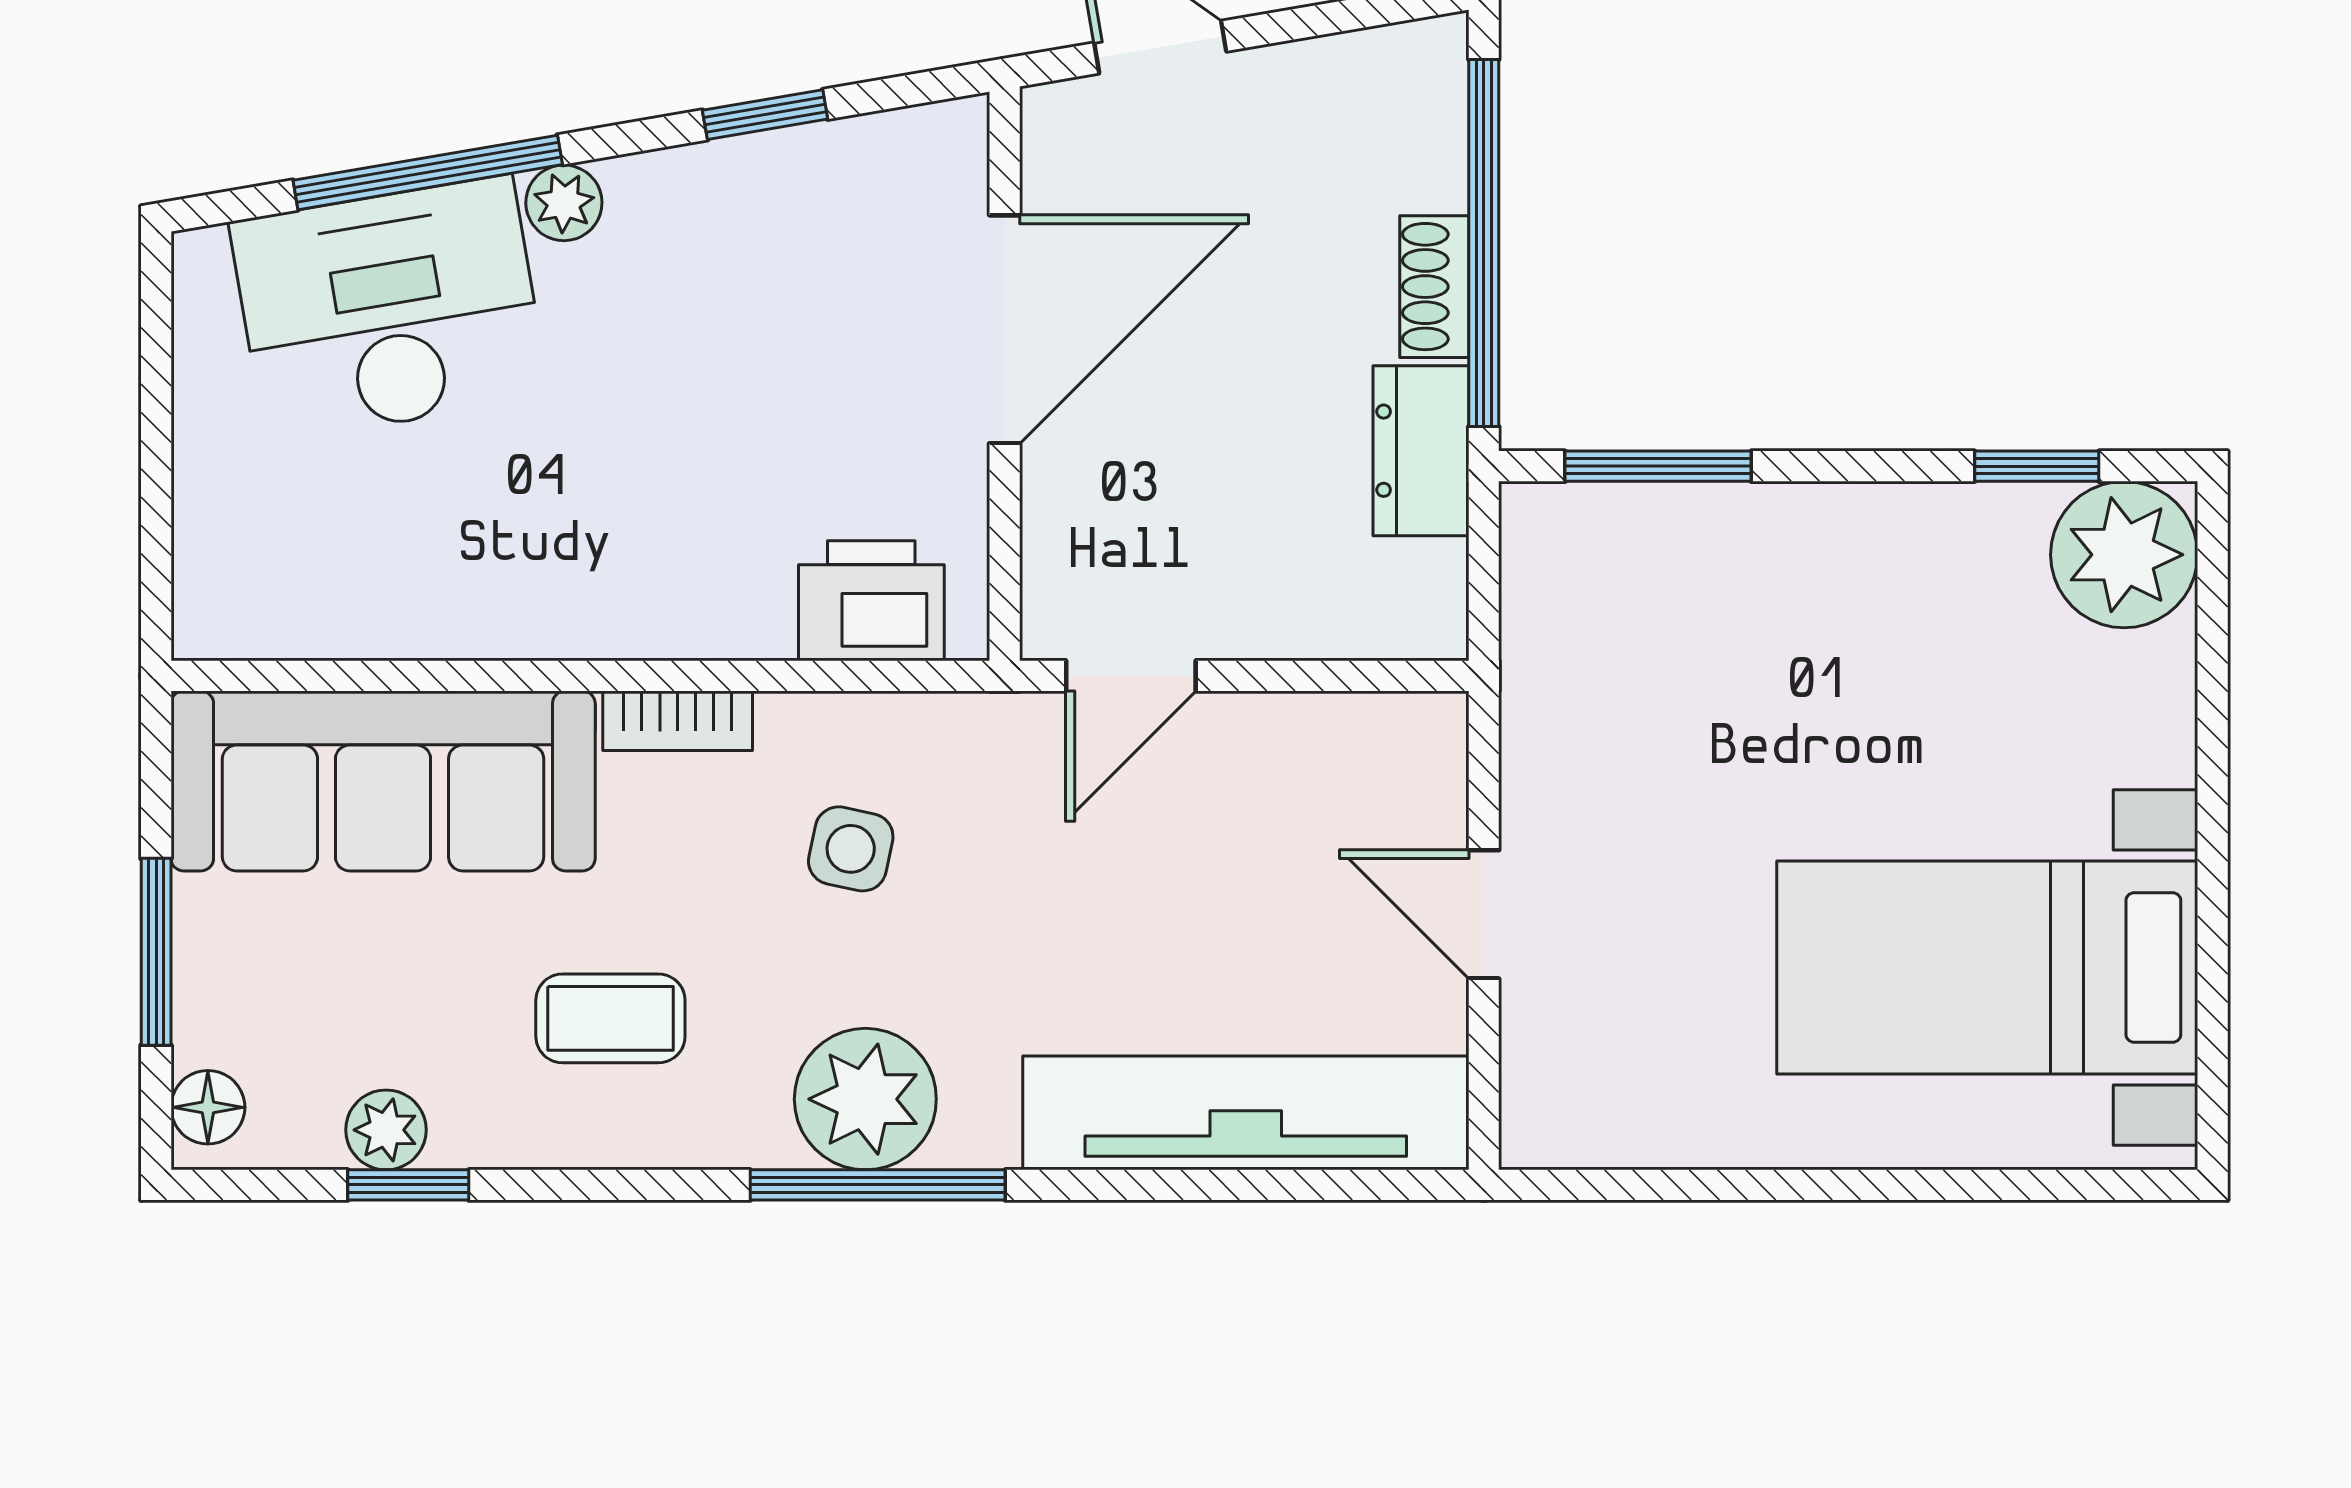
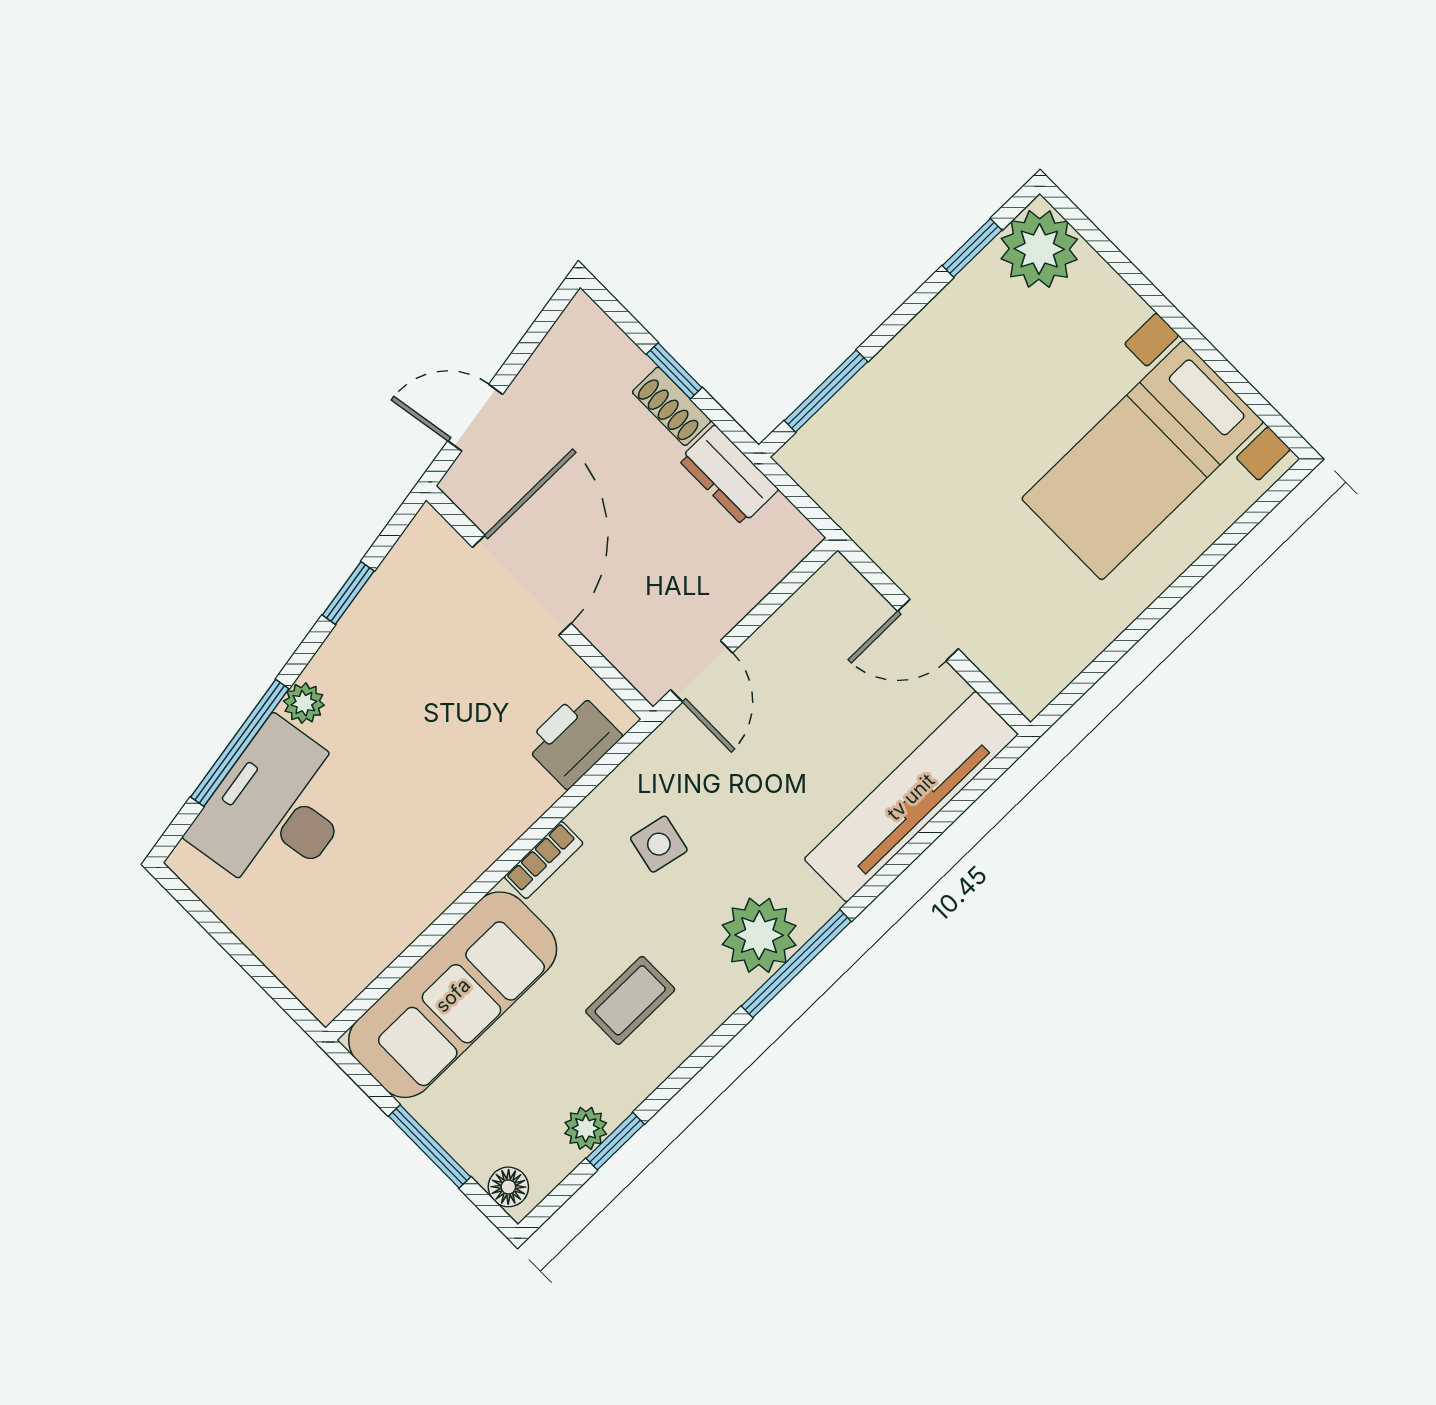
window: (1484, 243) -> (674, 371), width x0.32

